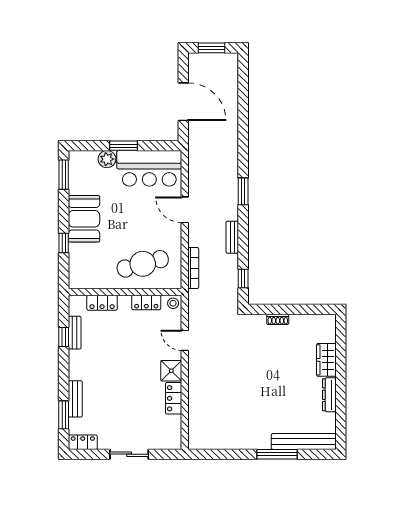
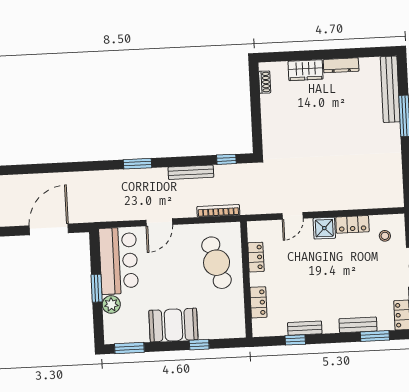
bench: (232, 237) -> (191, 172), width x1.36
stool: (173, 303) -> (385, 236), moved
shoe rack: (278, 319) -> (265, 82), moved
bench: (75, 333) -> (305, 328), moved

